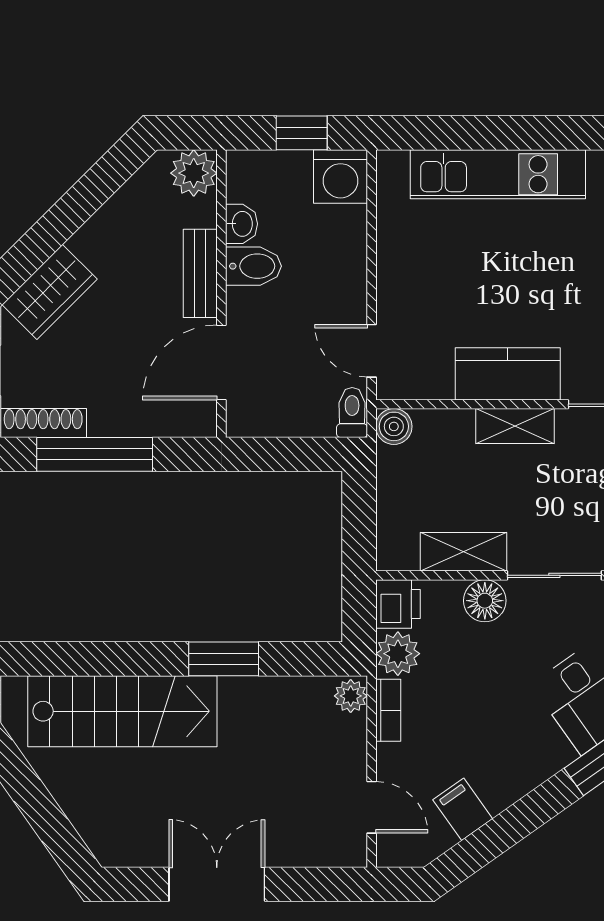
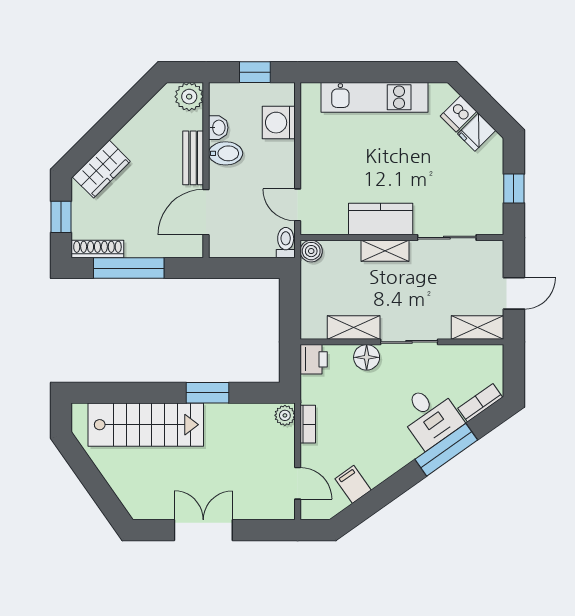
washing machine: (341, 176) -> (279, 123), moved, turned 90
plant: (398, 654) -> (314, 390), removed

